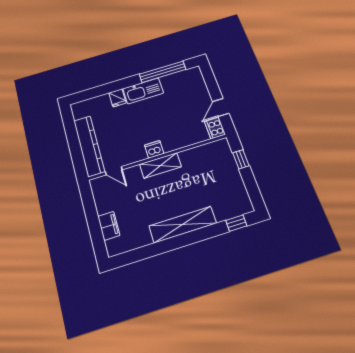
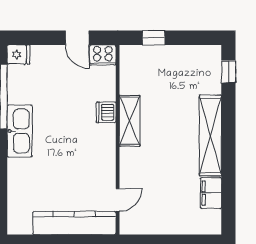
fridge: (117, 98) -> (18, 54), moved
dishwasher: (154, 149) -> (106, 112), moved
shelving: (160, 165) -> (130, 121), moved
filing cabinet: (109, 226) -> (211, 193), moved, turned -90

